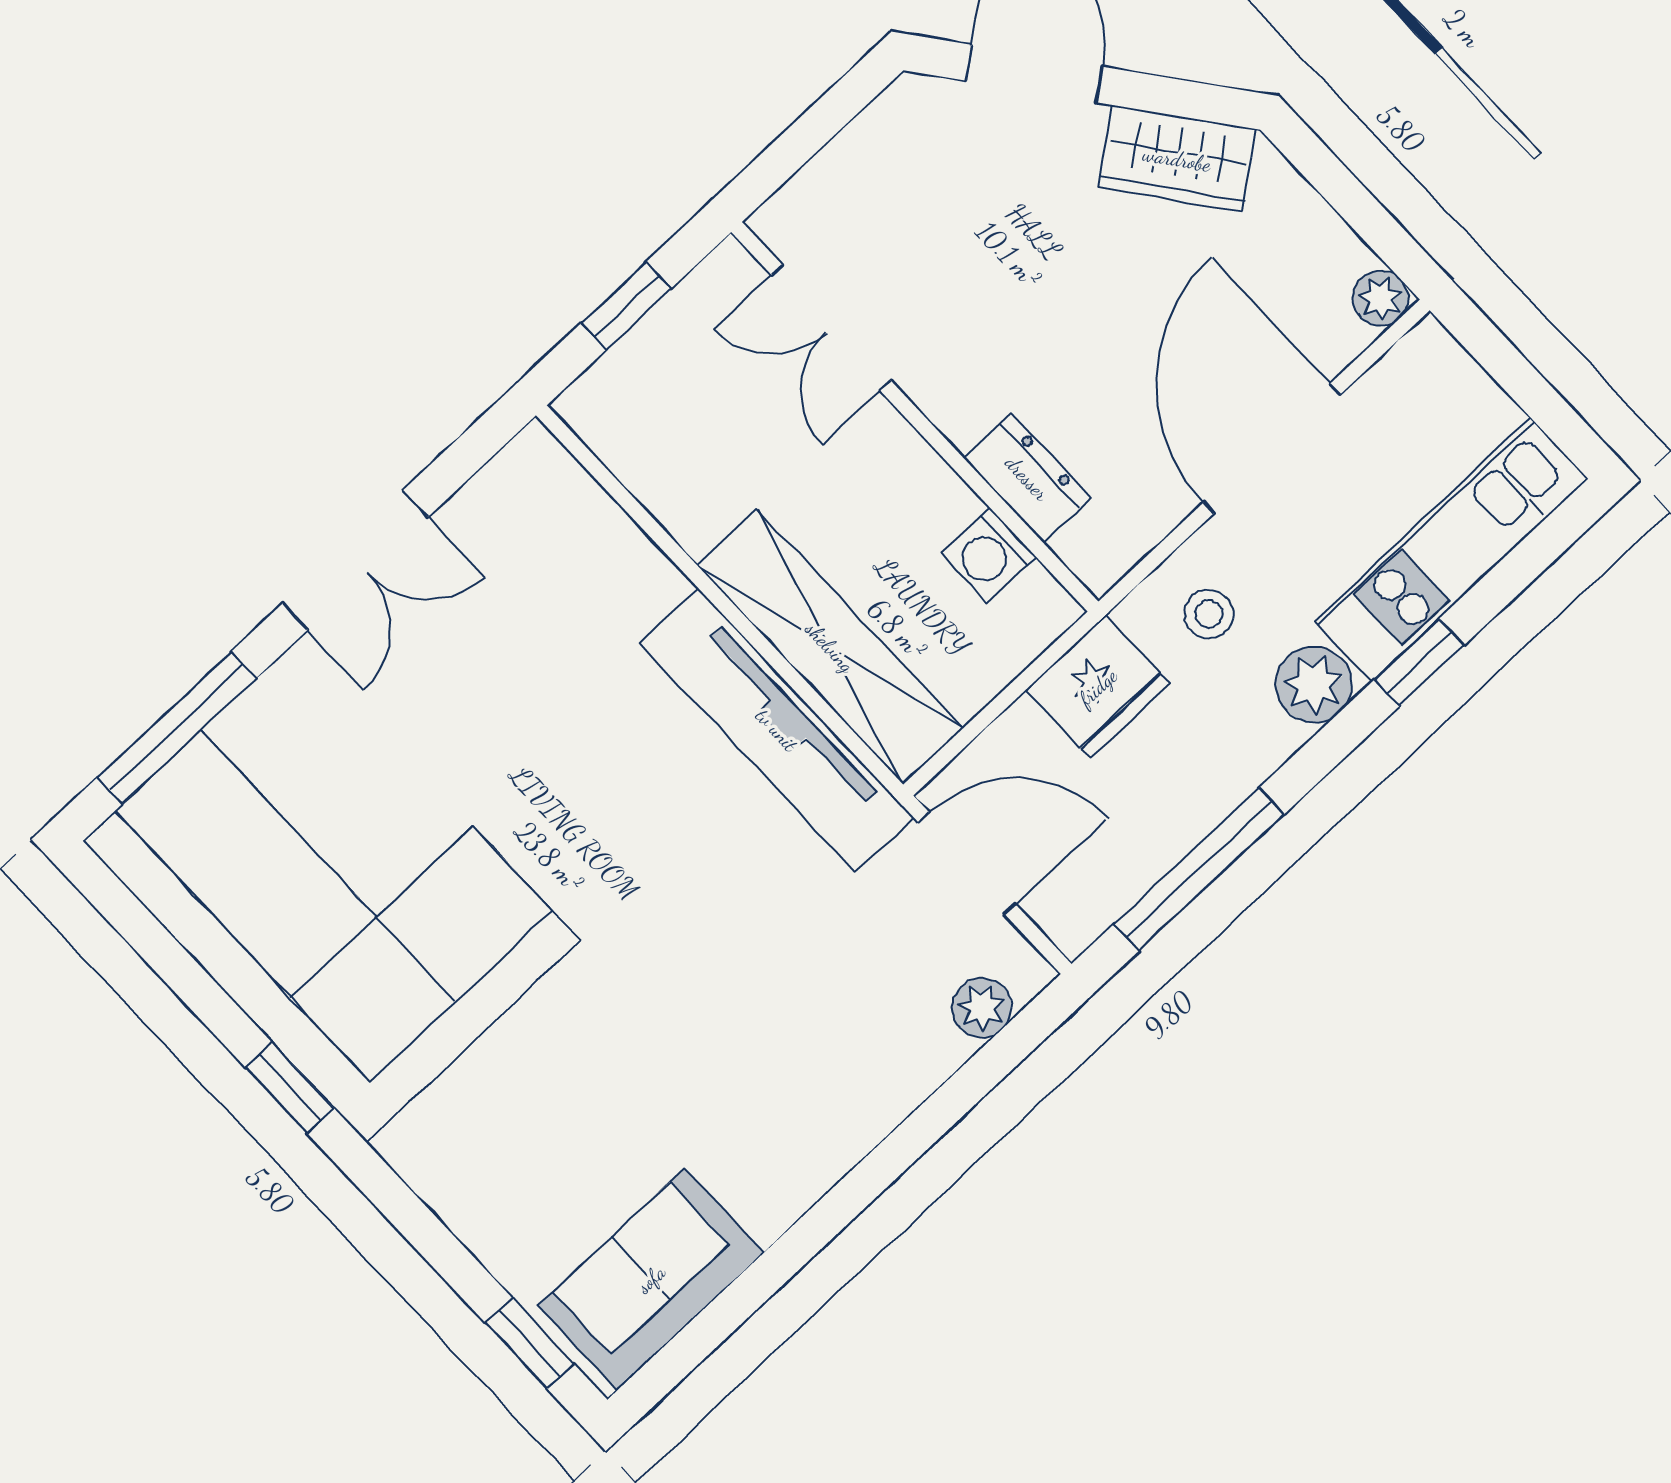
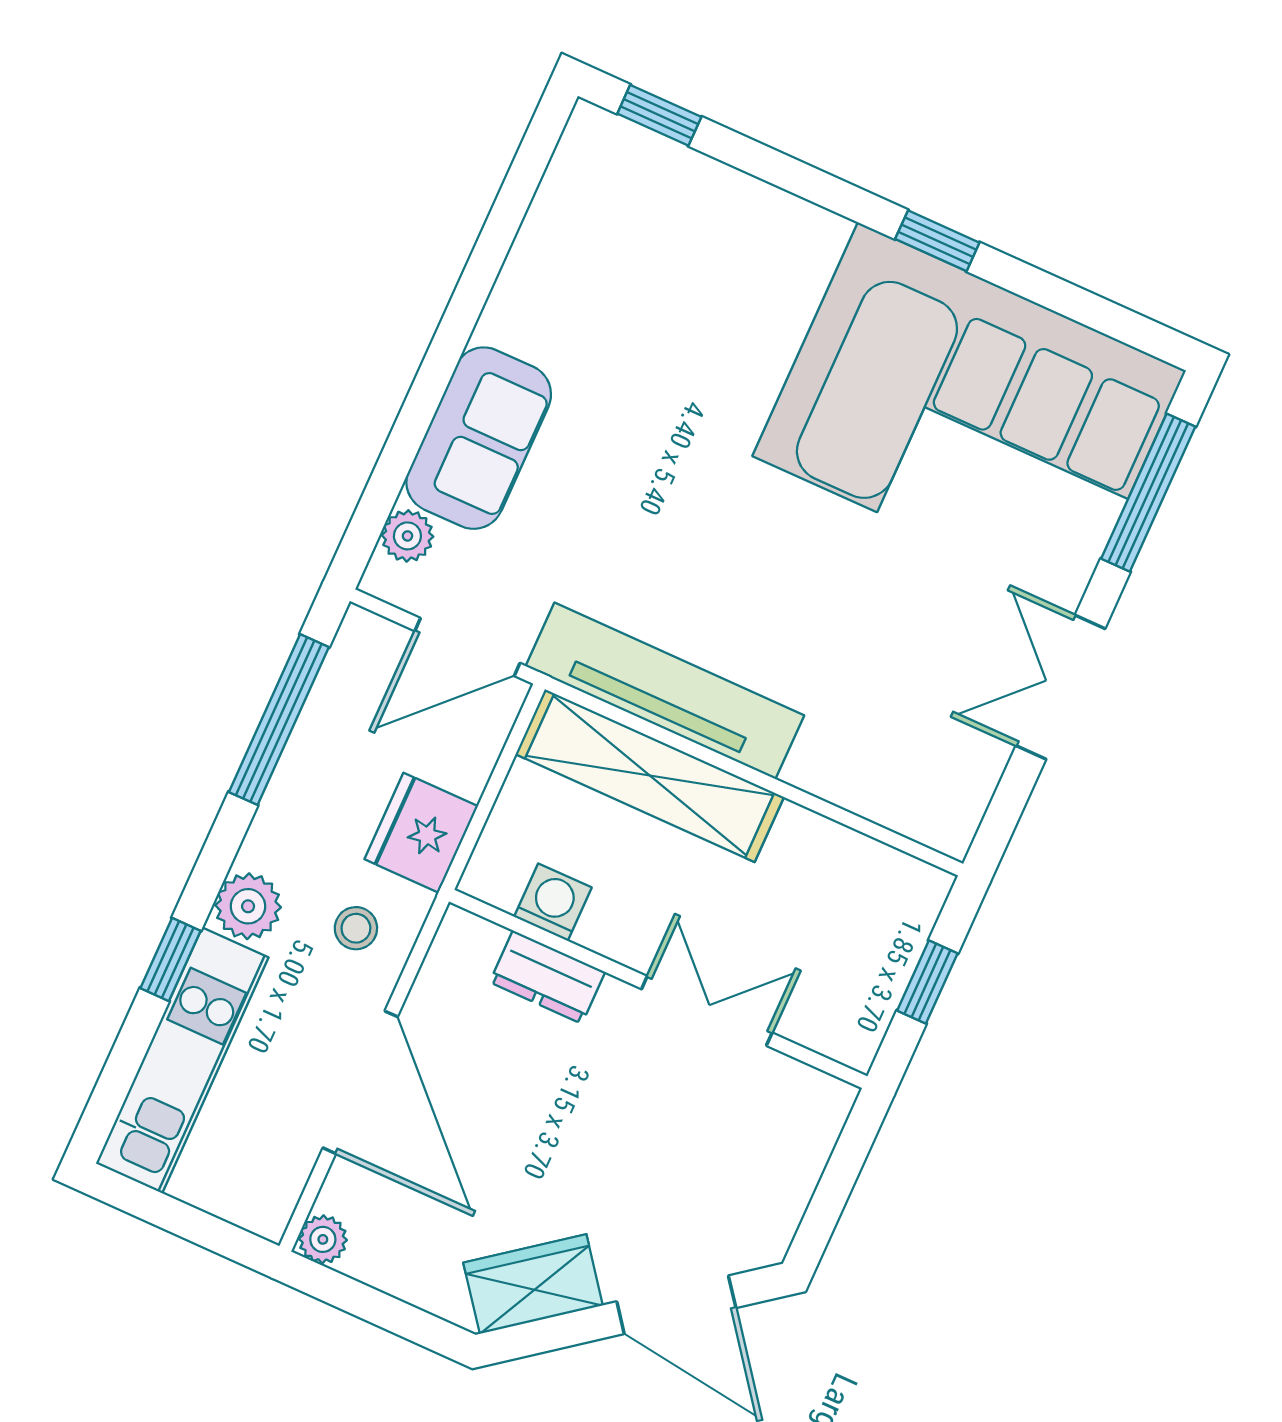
double door: (831, 328) -> (707, 1011), moved
sofa: (651, 1279) -> (479, 438), moved

